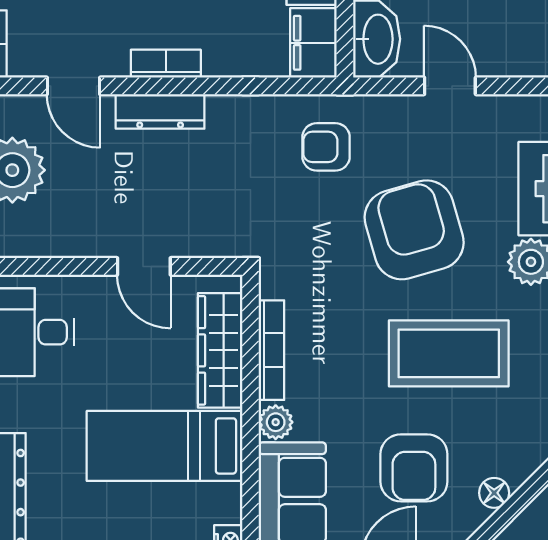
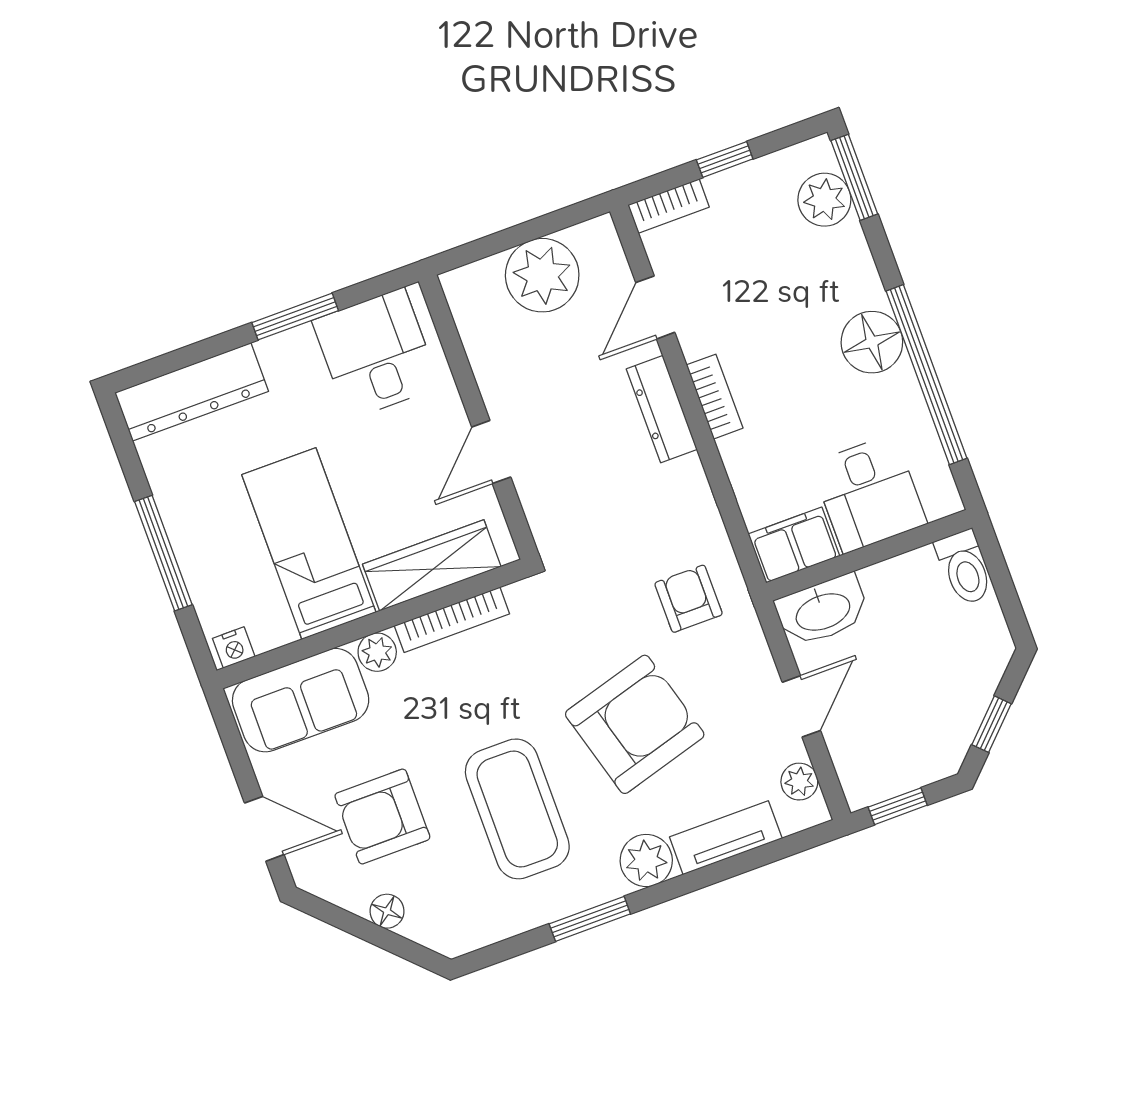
plant: (512, 110) -> (799, 782), added

